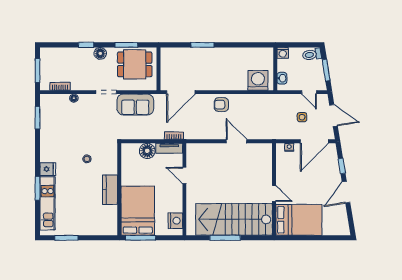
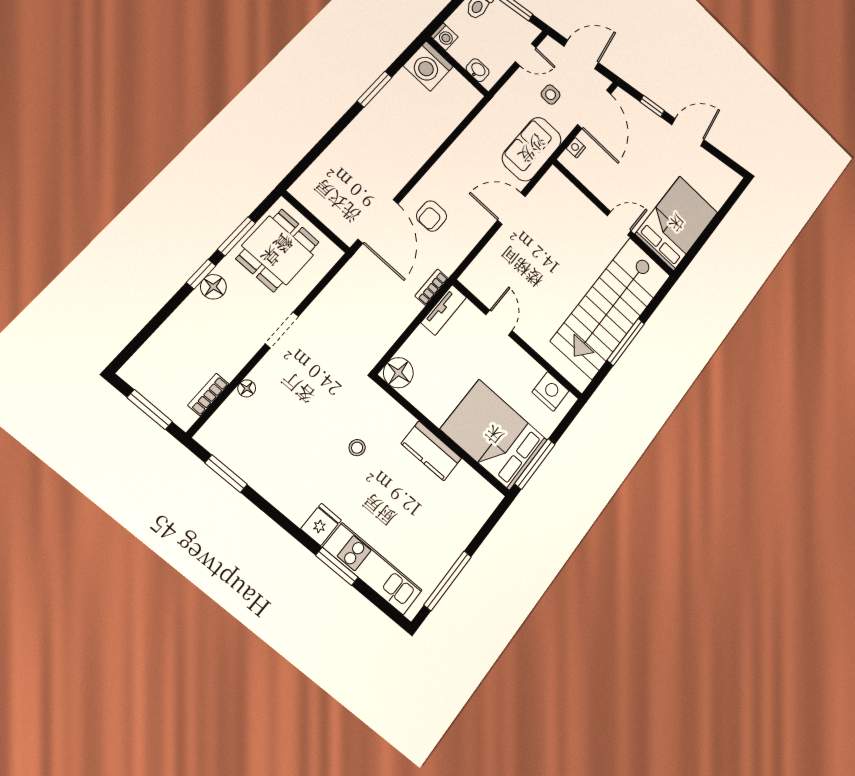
window: (86, 45) -> (201, 274), moved
window: (202, 45) -> (374, 89), moved
washing machine: (258, 80) -> (428, 66), moved, turned -90
sofa: (135, 105) -> (532, 149), moved, turned 180
armchair: (221, 105) -> (432, 216), moved
floor lamp: (147, 151) -> (398, 373), moved
door: (184, 175) -> (499, 323), swing flipped
door: (346, 192) -> (688, 132), swing flipped
window: (66, 238) -> (448, 581), width x1.44

